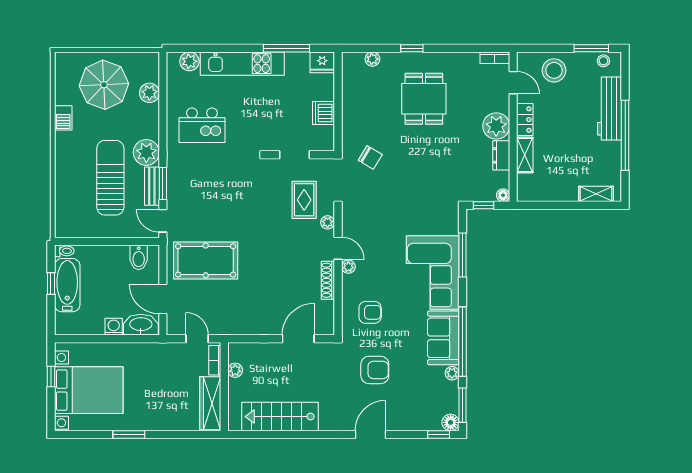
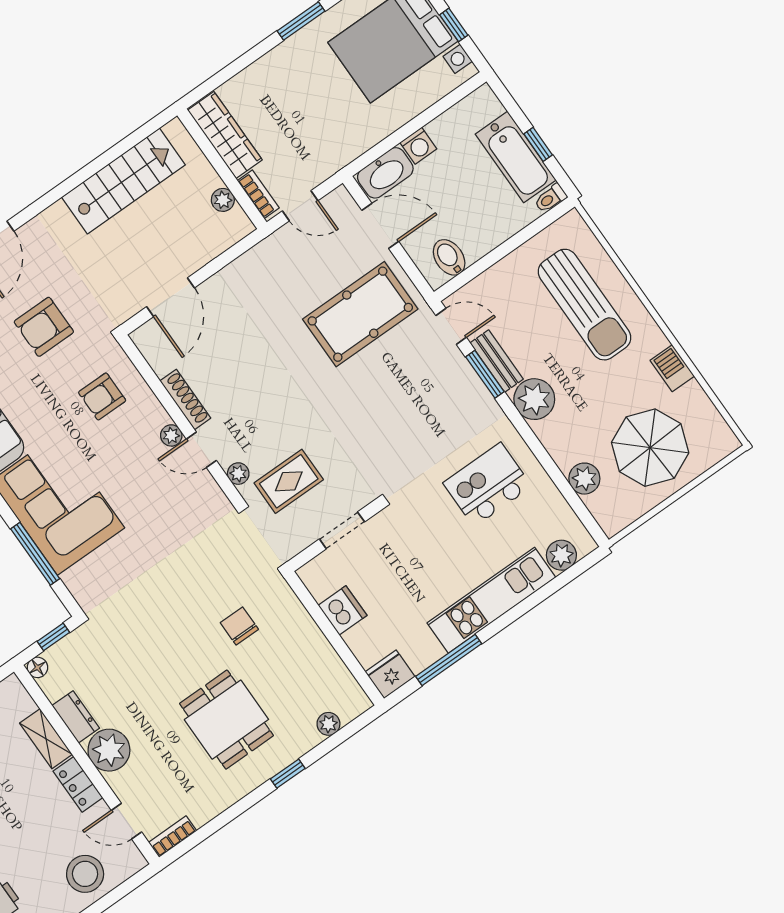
chair: (370, 157) -> (239, 626), moved, turned 59
sun lounger: (110, 178) -> (584, 305), moved
rug: (304, 200) -> (289, 481), turned 90

